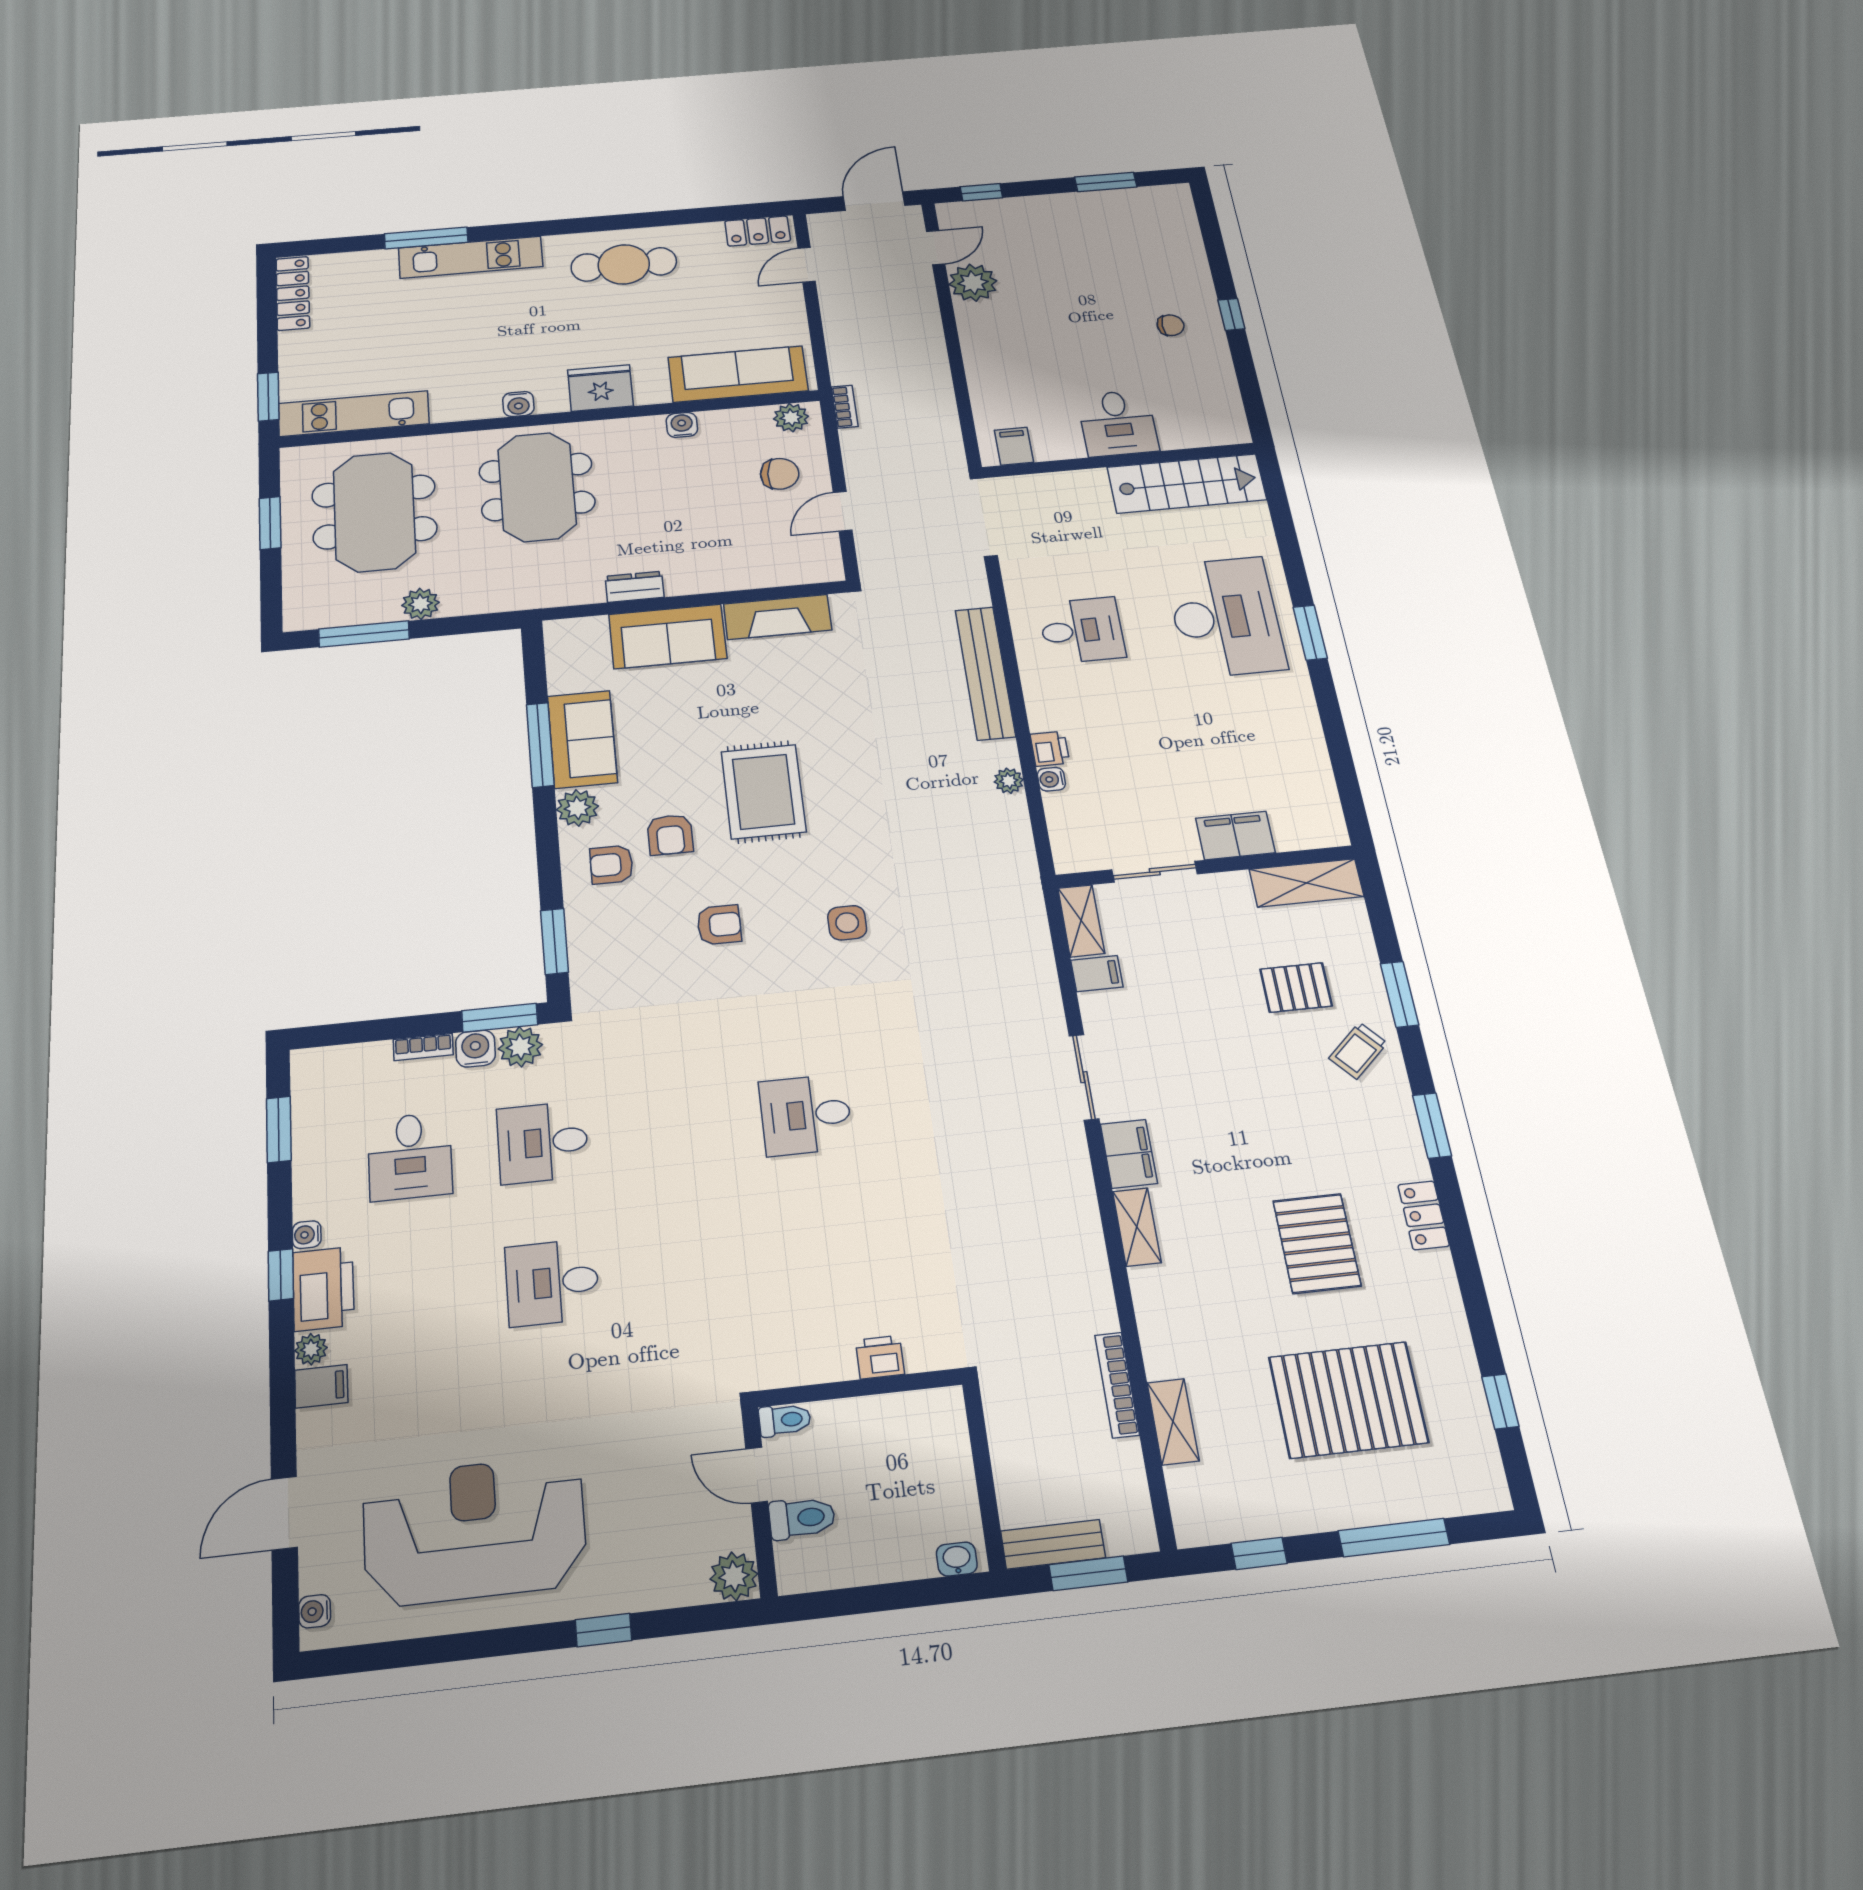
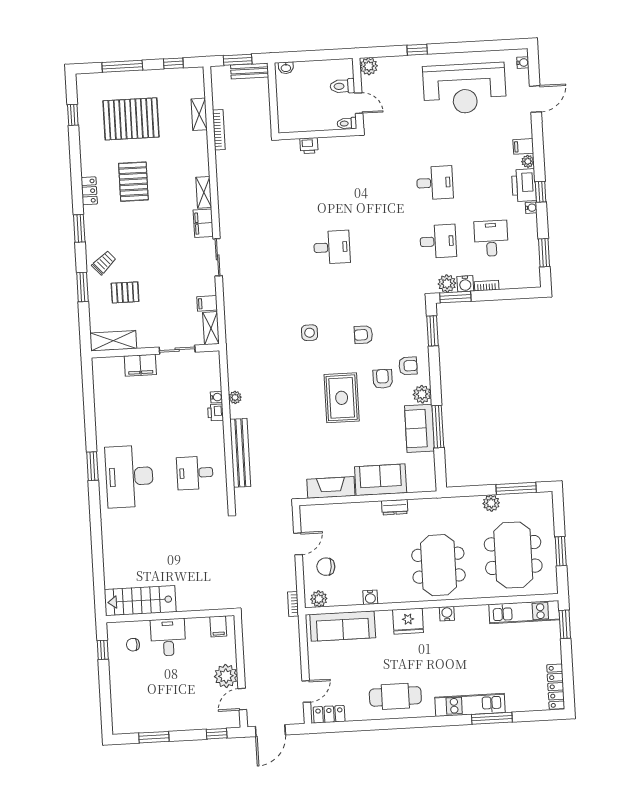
desk: (1118, 423) -> (168, 637), moved
filing cabinet: (1014, 446) -> (218, 626), moved
wall: (1119, 460) -> (170, 616), moved
stairs: (1187, 484) -> (140, 601), moved

